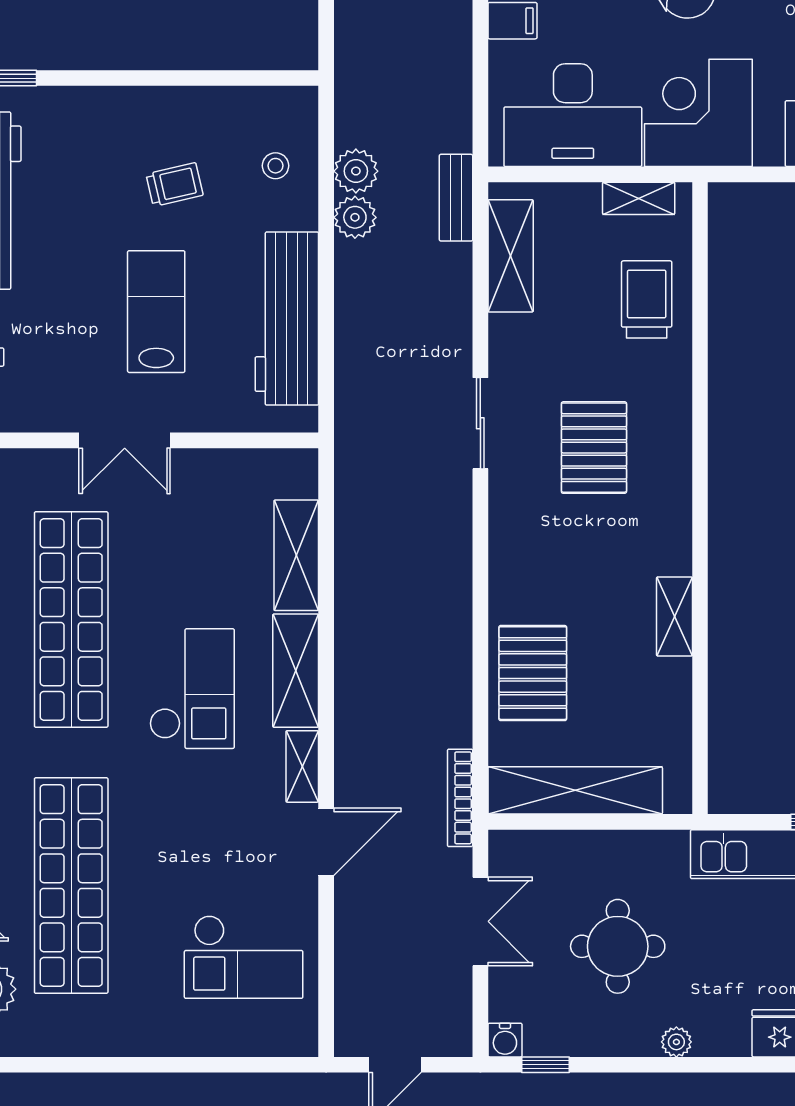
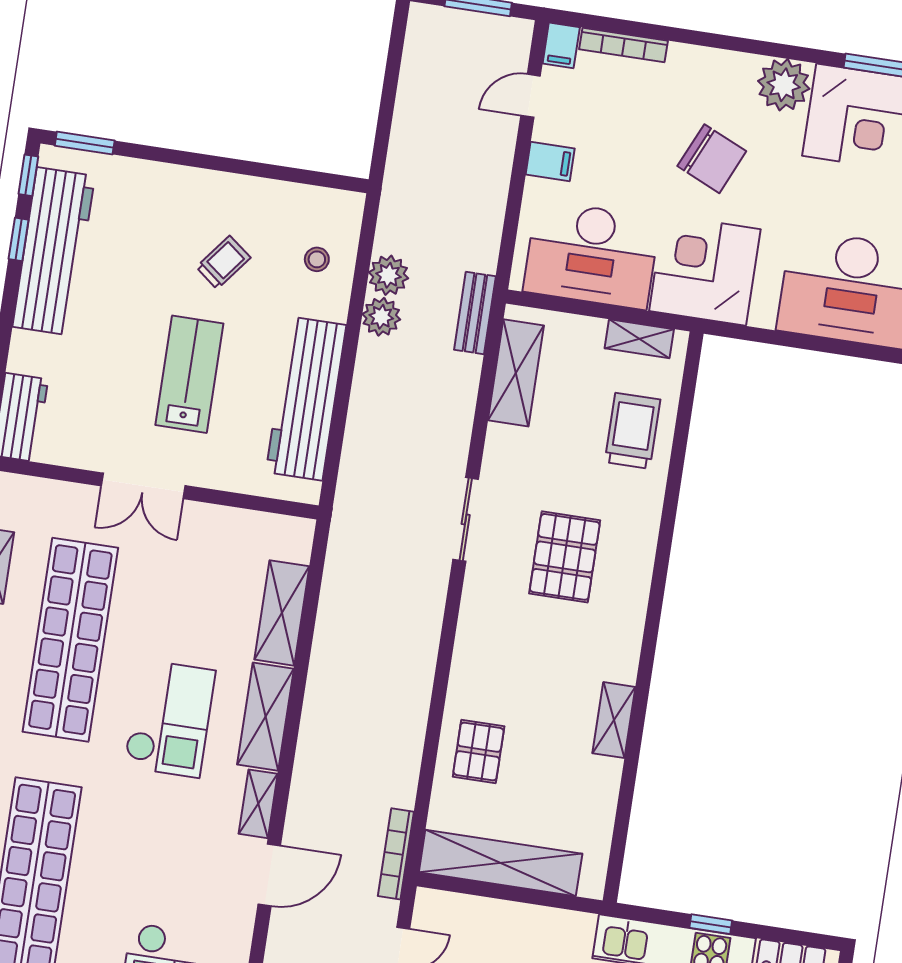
trolley: (175, 185) -> (223, 262), turned -39
pallet: (533, 673) -> (479, 751), width x0.67, depth x0.71

